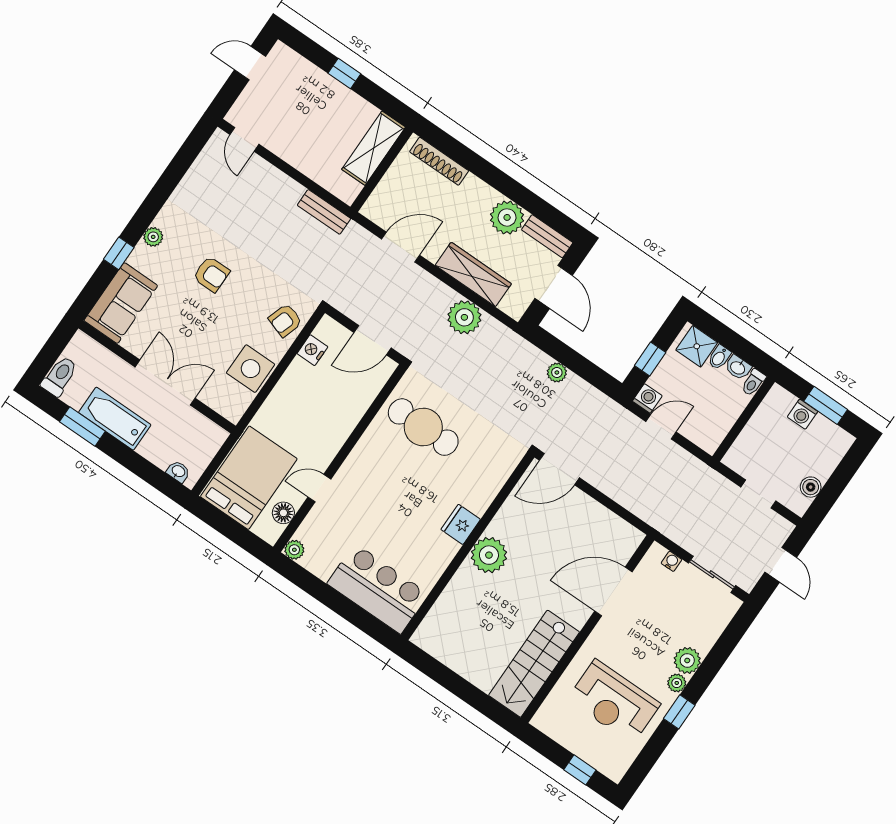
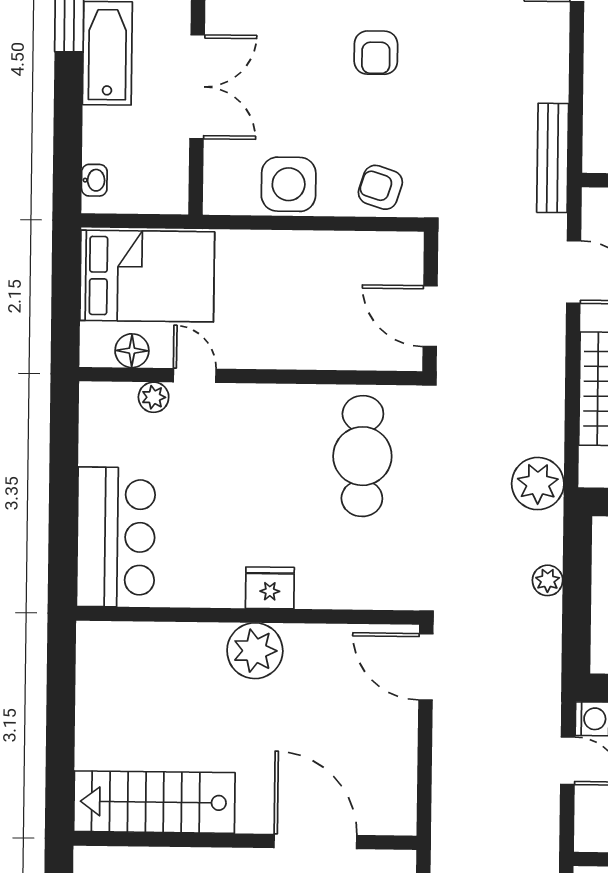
bench: (324, 212) -> (553, 158), width x1.36
plant: (464, 317) -> (538, 484), moved
nightstand: (312, 350) -> (366, 248), removed
plant: (294, 550) -> (154, 397), moved

